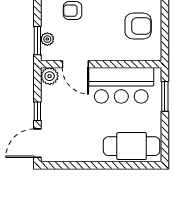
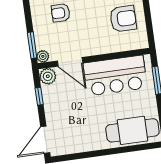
plant: (47, 39) -> (43, 56), moved
window: (37, 111) -> (39, 96), moved

